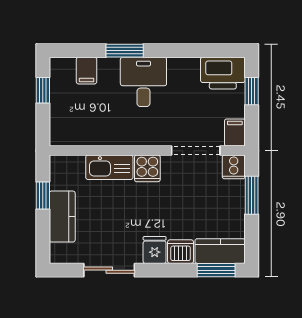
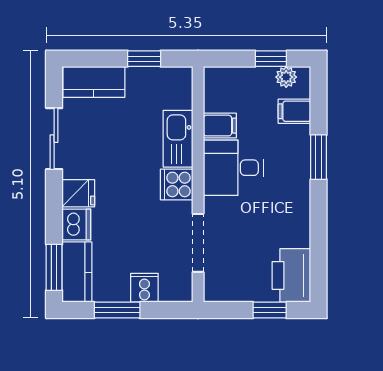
plant: (58, 77) -> (286, 77), added
desk: (143, 82) -> (233, 168), moved, turned 180
filing cabinet: (235, 133) -> (220, 126), moved
cooker: (234, 167) -> (144, 288), moved, turned 90
window: (252, 195) -> (117, 310), moved
kitchen counter: (62, 217) -> (94, 82), moved

